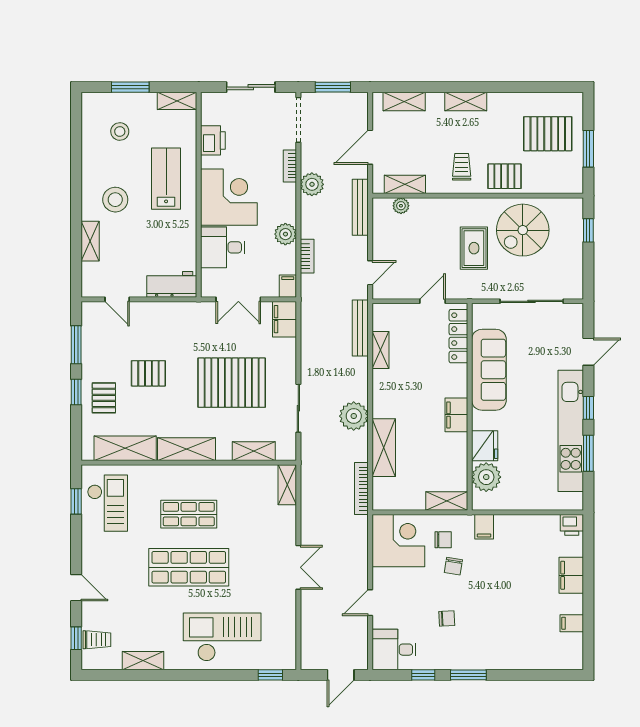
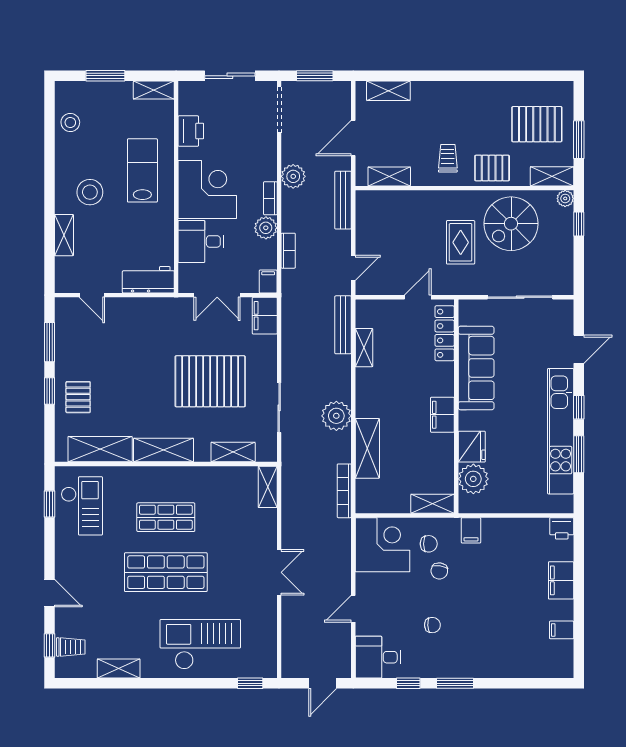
shelving: (466, 101) -> (552, 176), moved
stool: (120, 131) -> (70, 122), moved
bookcase: (290, 166) -> (270, 198), moved
plant: (401, 206) -> (565, 198), moved
pallet: (148, 373) -> (124, 372), removed

